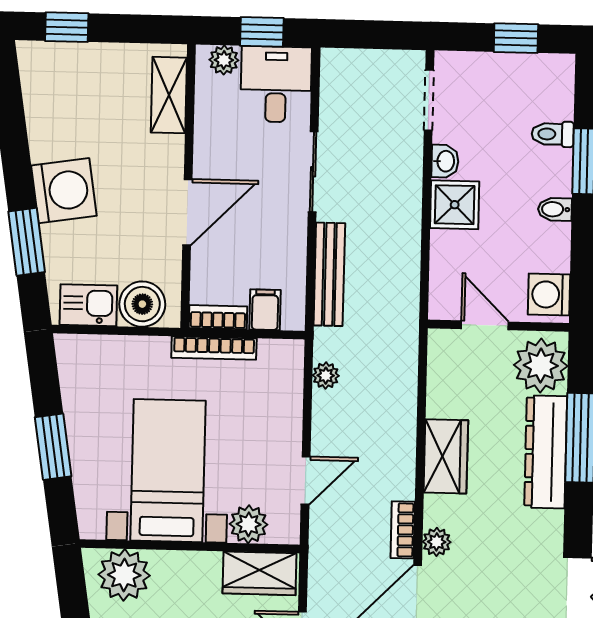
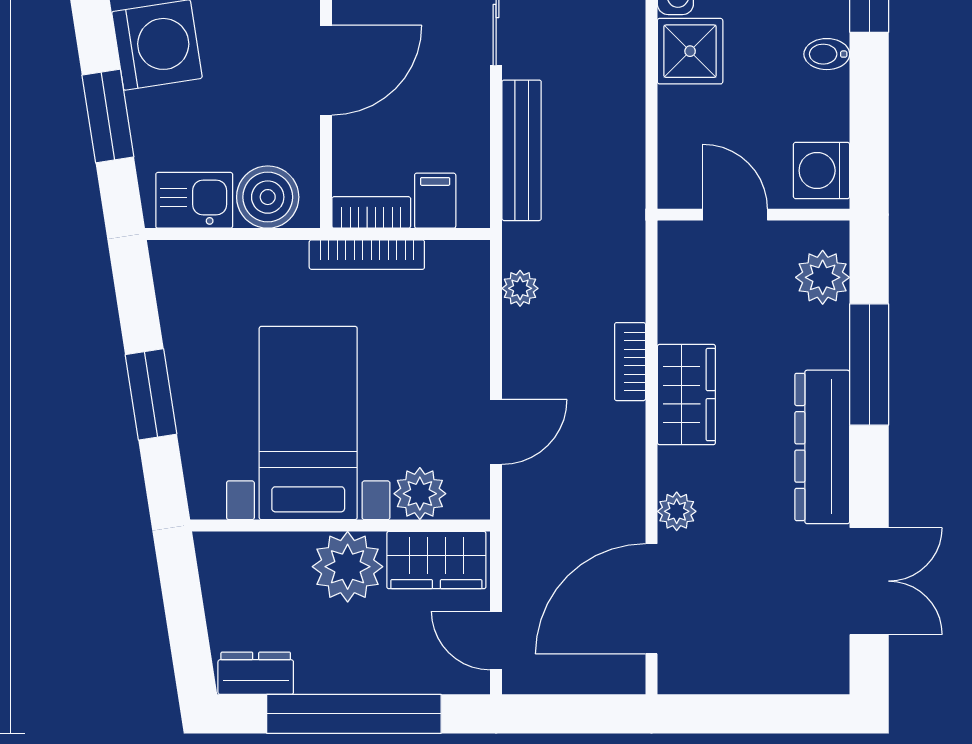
plant: (541, 366) -> (823, 277), width x0.73, depth x0.73
dresser: (546, 452) -> (822, 447), moved
bookcase: (403, 530) -> (630, 362), moved
plant: (124, 575) -> (348, 567), moved

